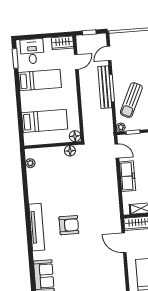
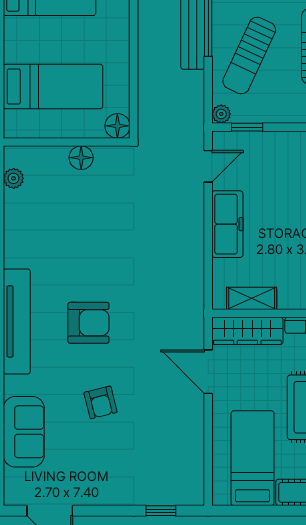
floor lamp: (70, 151) -> (81, 158), moved
door: (117, 151) -> (208, 166), hinge flipped
armchair: (77, 260) -> (101, 402), added

